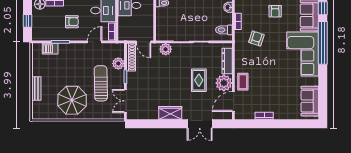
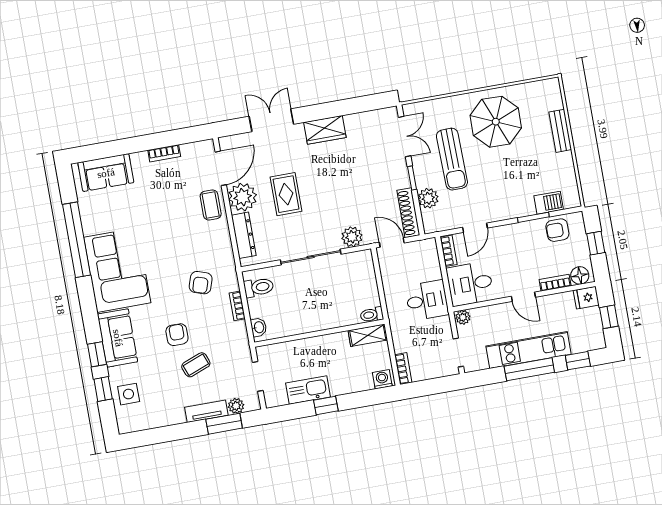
armchair: (72, 22) -> (557, 230), moved
window: (323, 43) -> (77, 240), moved
sofa: (310, 101) -> (106, 173), moved, turned 90

